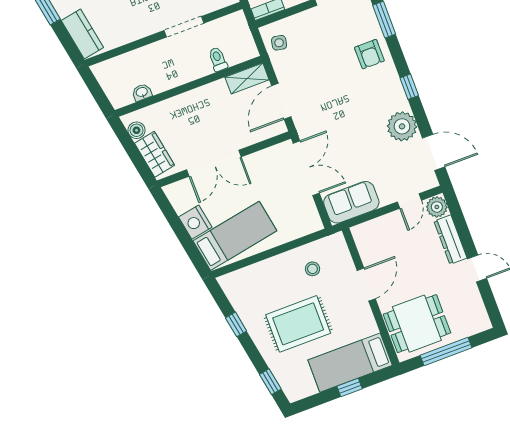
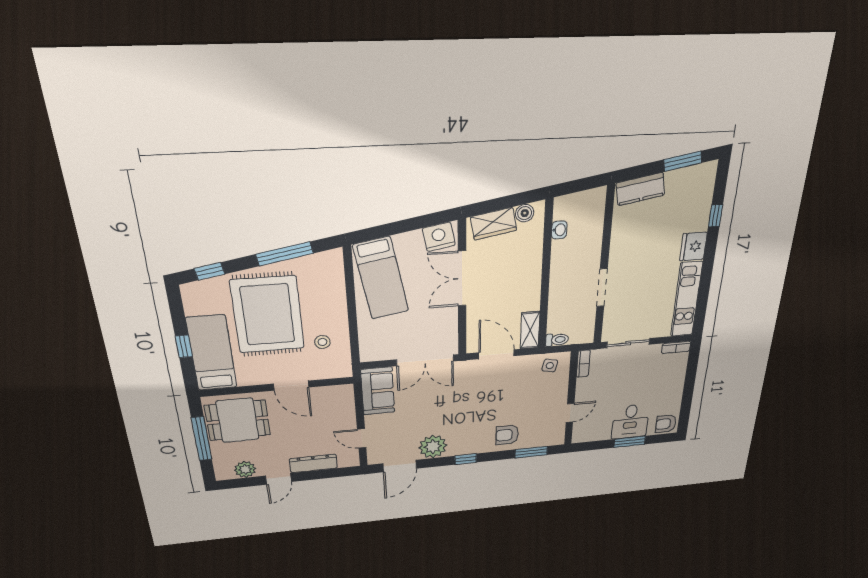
toilet: (218, 59) -> (557, 340), moved
plant: (437, 207) -> (245, 469), moved
nightstand: (195, 222) -> (439, 237), moved
window: (236, 324) -> (285, 254), width x2.17
rug: (298, 324) -> (268, 315), width x1.37, depth x1.44
dining table: (417, 324) -> (238, 420), turned 90

